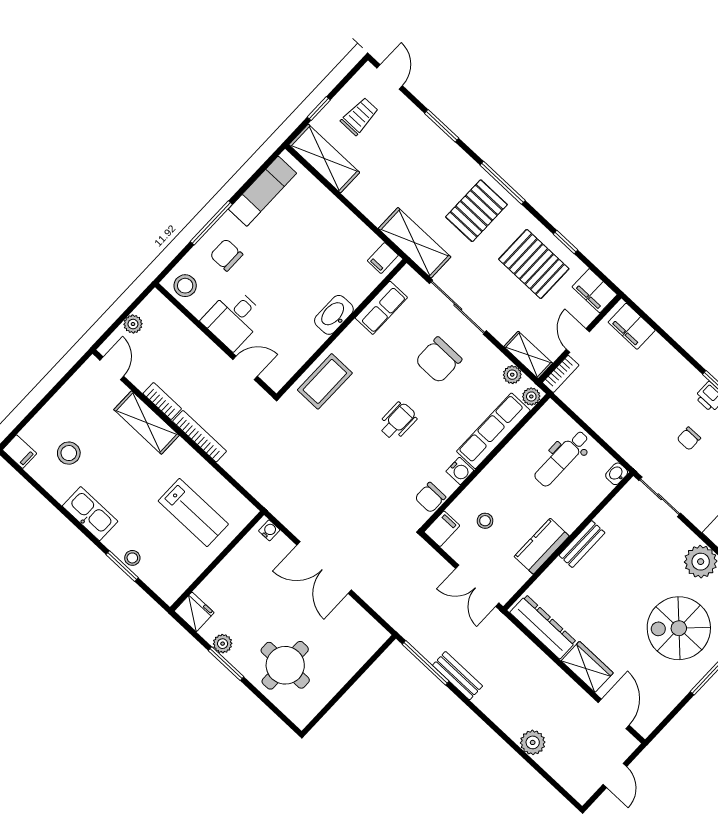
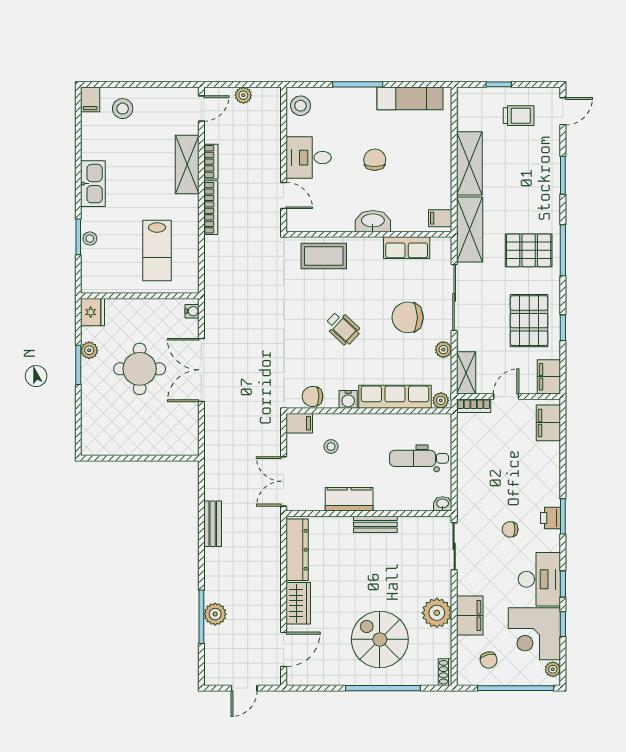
shelving: (324, 159) -> (469, 163), moved
chair: (226, 255) -> (375, 160), moved
plant: (512, 375) -> (443, 350), moved
wheelchair: (398, 421) -> (343, 328), turned 43
stool: (69, 453) -> (123, 109), moved
window: (426, 663) -> (201, 617), moved
round table: (285, 665) -> (140, 369), moved

